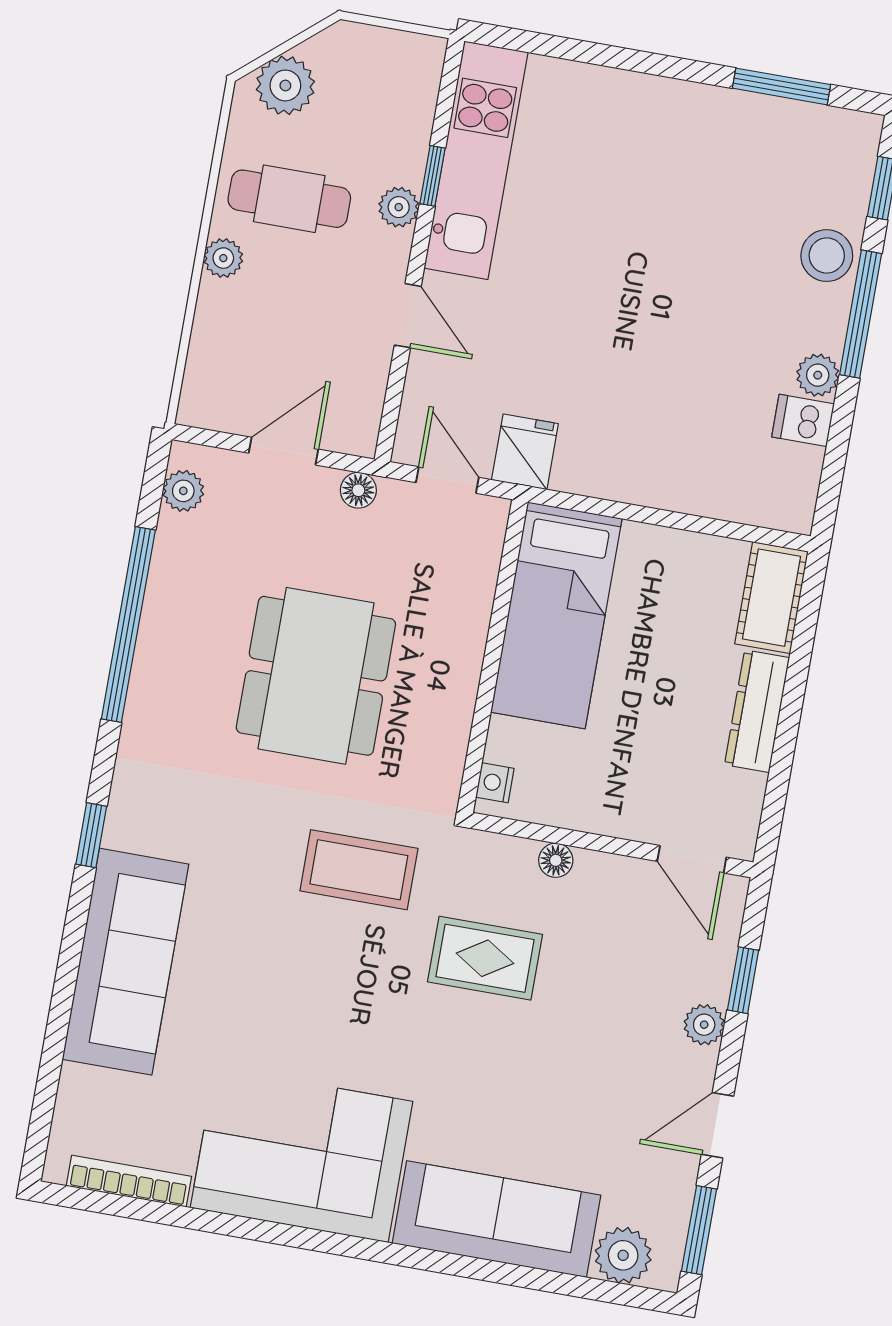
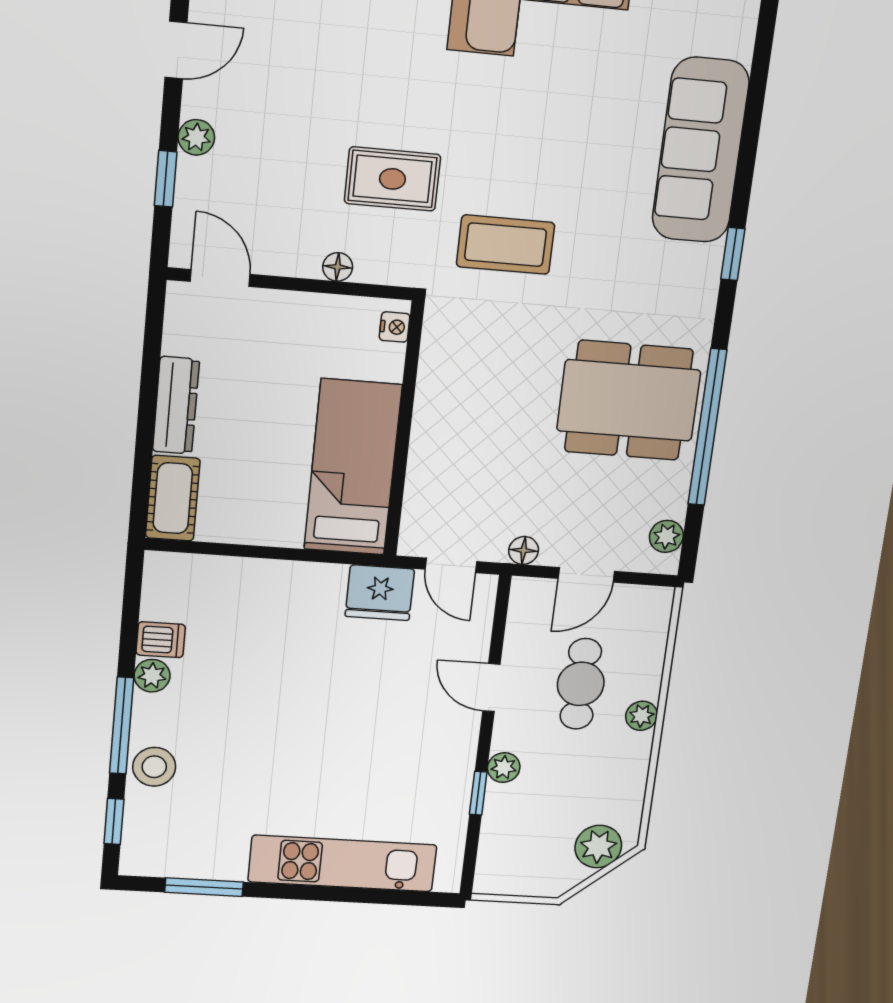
kitchen unit: (476, 160) -> (342, 863), moved, turned 90
cafe table: (289, 199) -> (581, 684), moved, turned 90
fridge: (525, 452) -> (380, 593), width x1.38
dining table: (316, 676) -> (629, 400), moved, turned 90

